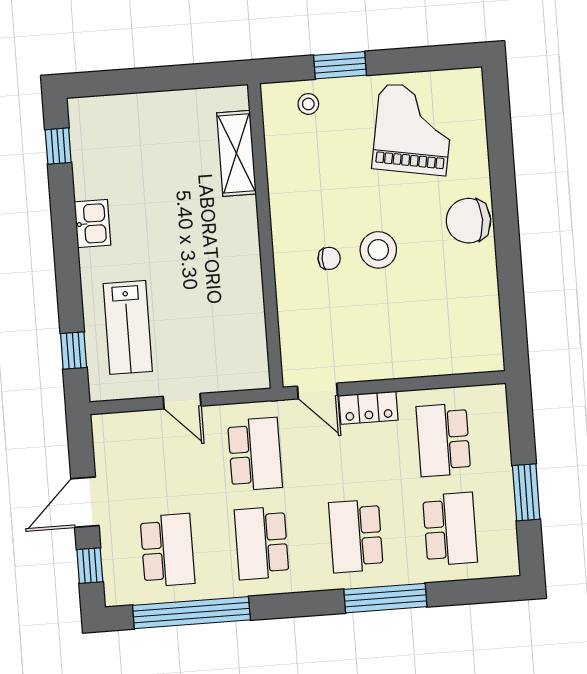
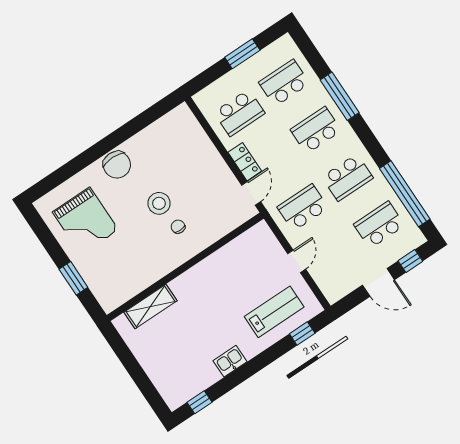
stool: (308, 104) -> (103, 283), removed
grand piano: (413, 129) -> (85, 221), turned -100
school desk: (356, 536) -> (316, 130), turned 180

